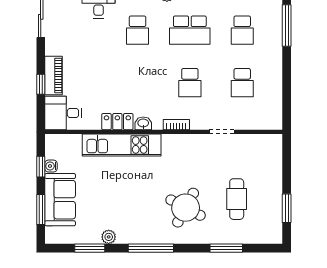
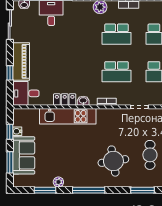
school desk: (138, 30) -> (79, 34), removed
piano: (54, 75) -> (21, 61), width x1.37, depth x1.33
school desk: (190, 83) -> (116, 72), width x1.85
round table: (186, 208) -> (113, 161), turned -37

